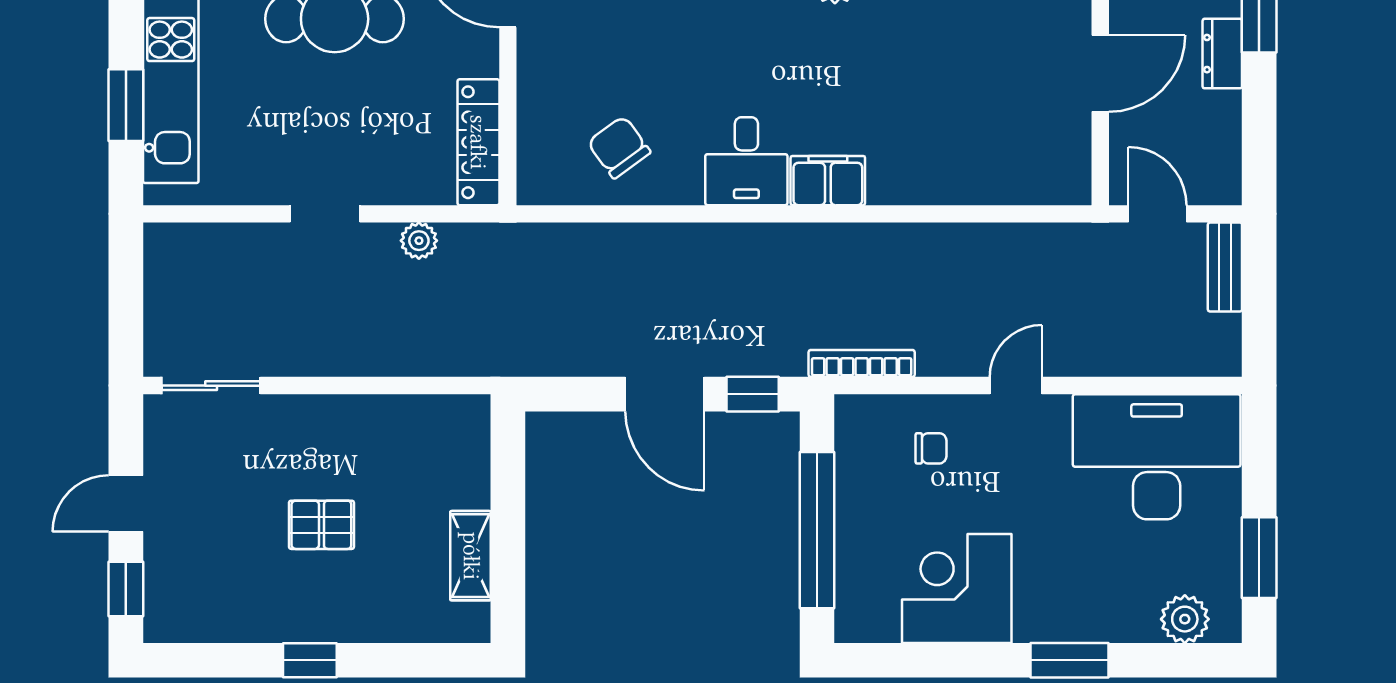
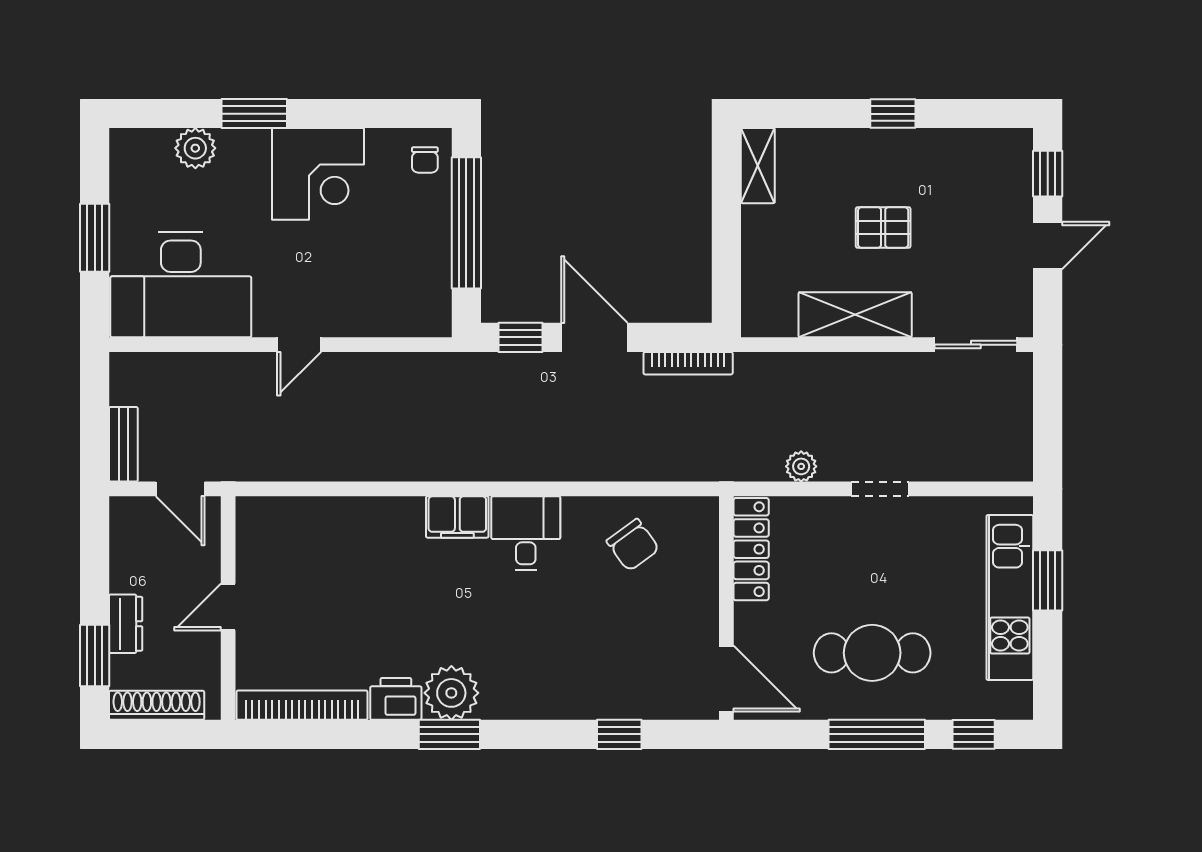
door: (1100, 73) -> (228, 607), width x0.73
bookcase: (862, 363) -> (688, 363), moved
shelving: (355, 421) -> (855, 315), added
chair: (931, 448) -> (425, 160), moved, turned -90
shelving: (471, 556) -> (758, 166), moved
window: (1259, 558) -> (95, 238), moved
corner desk: (957, 588) -> (318, 174), moved
plant: (1185, 619) -> (195, 148), moved

